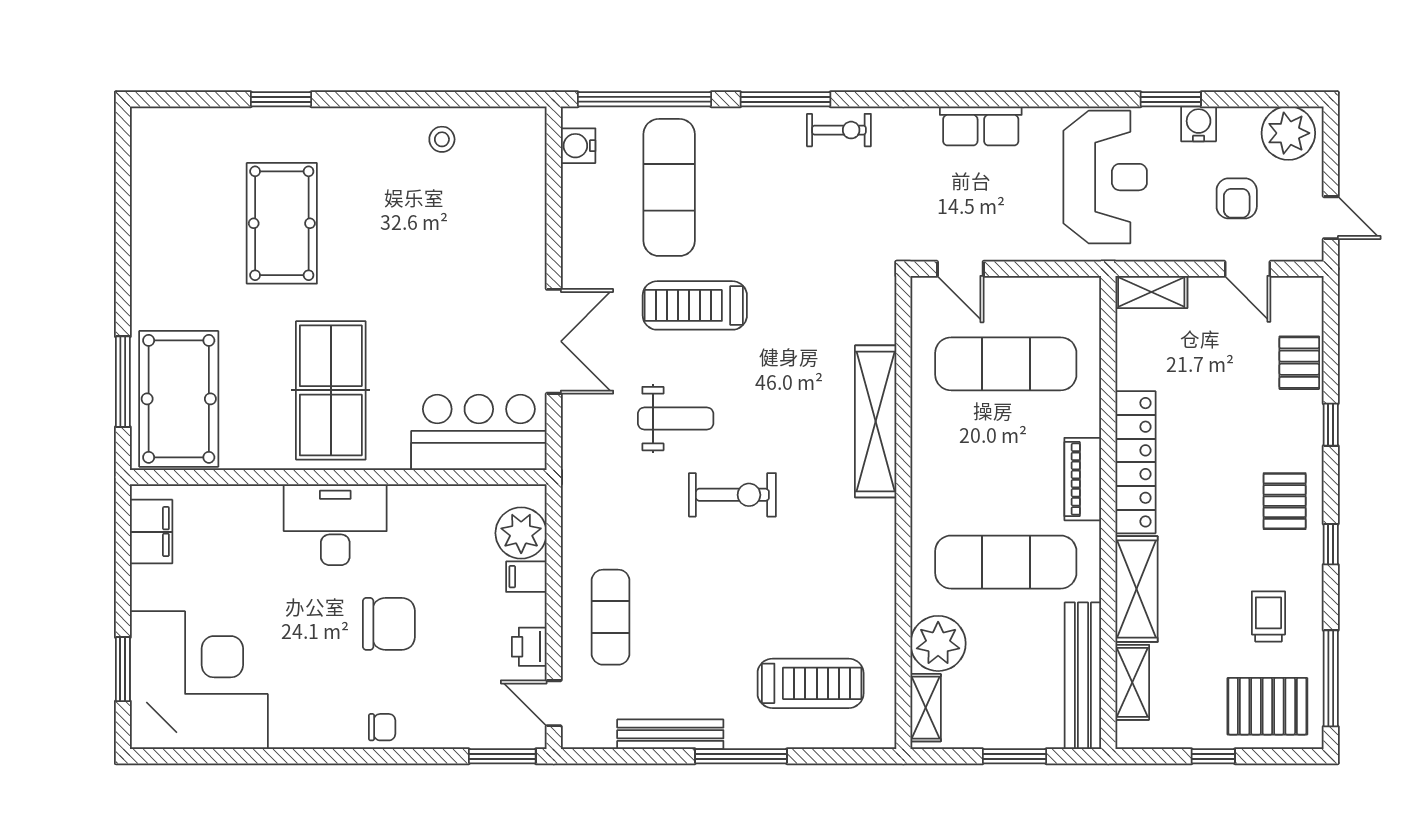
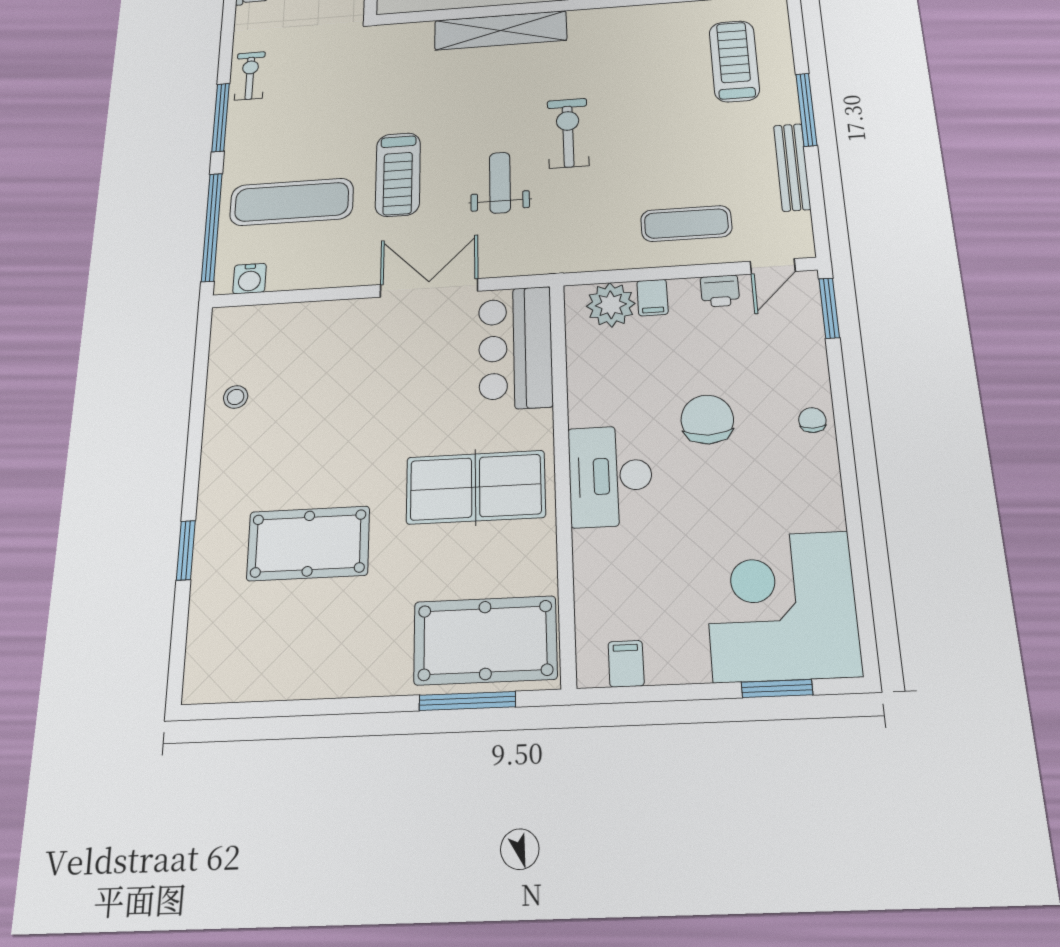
filing cabinet: (151, 532) -> (626, 664), width x0.50

